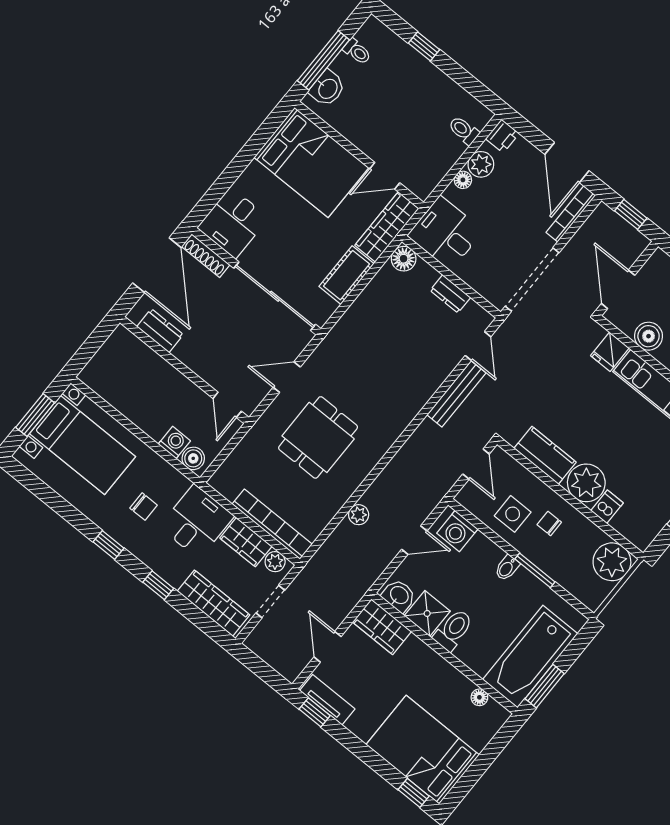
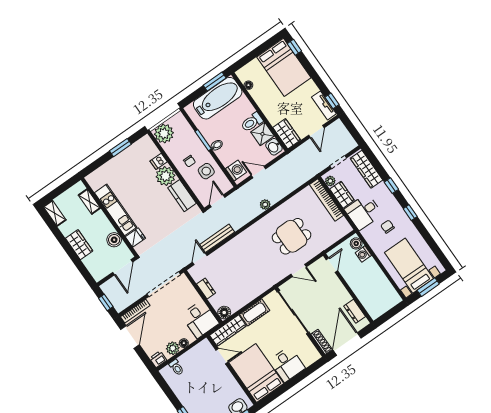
desk: (233, 223) -> (287, 364), moved, turned 90
plant: (359, 515) -> (265, 205), moved

